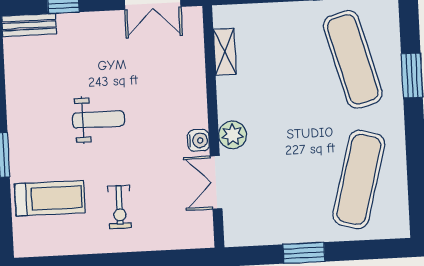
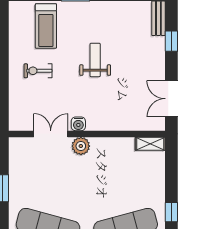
shelving: (225, 52) -> (150, 144), moved
weight bench: (98, 119) -> (95, 60), turned 180

